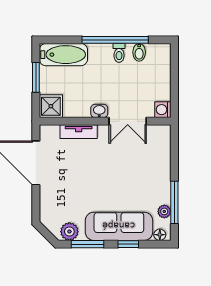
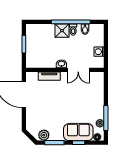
bathtub: (63, 55) -> (40, 31), removed
shower: (51, 106) -> (62, 31), moved
washing machine: (163, 110) -> (99, 52), moved
sofa: (119, 226) -> (78, 132), width x0.73

